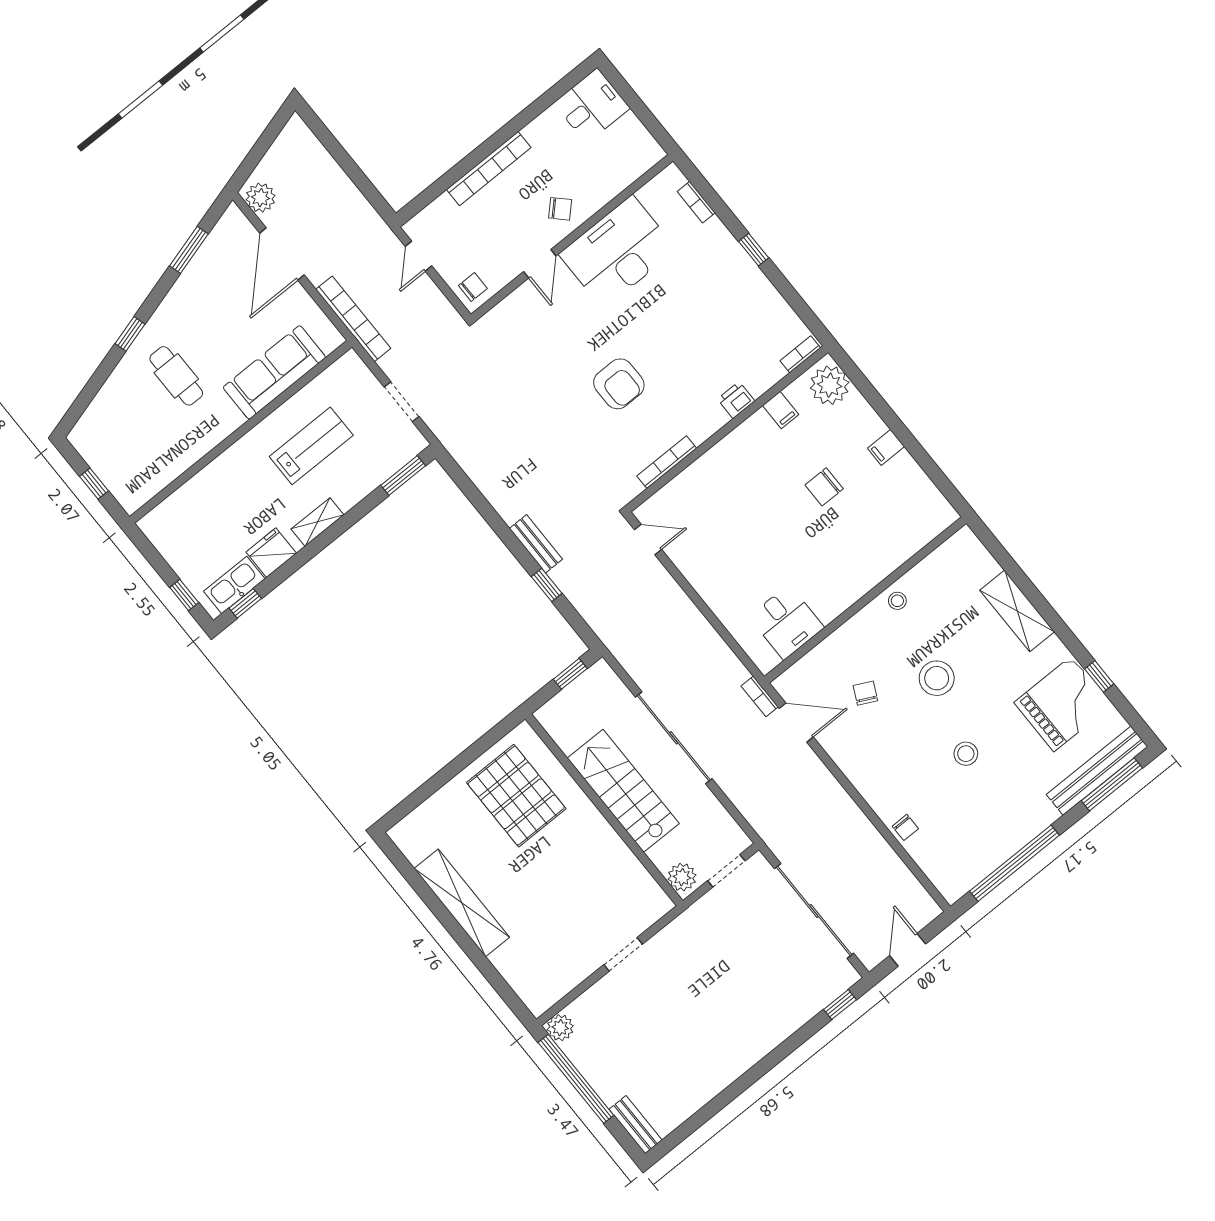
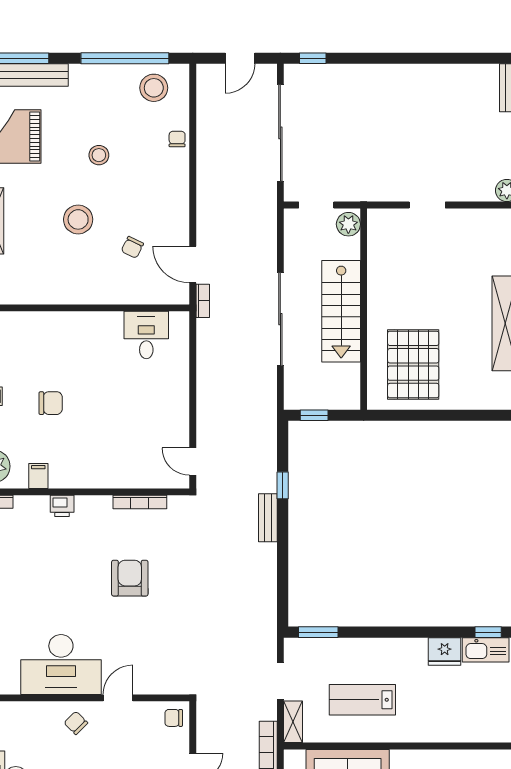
shelving: (317, 522) -> (293, 722), moved, turned 90
stool: (897, 601) -> (154, 88), moved, width x1.89, depth x1.89

